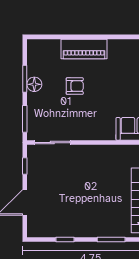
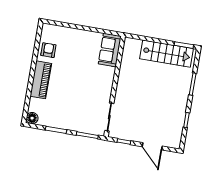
floor lamp: (34, 84) -> (32, 118), moved
armchair: (75, 86) -> (48, 50), moved

